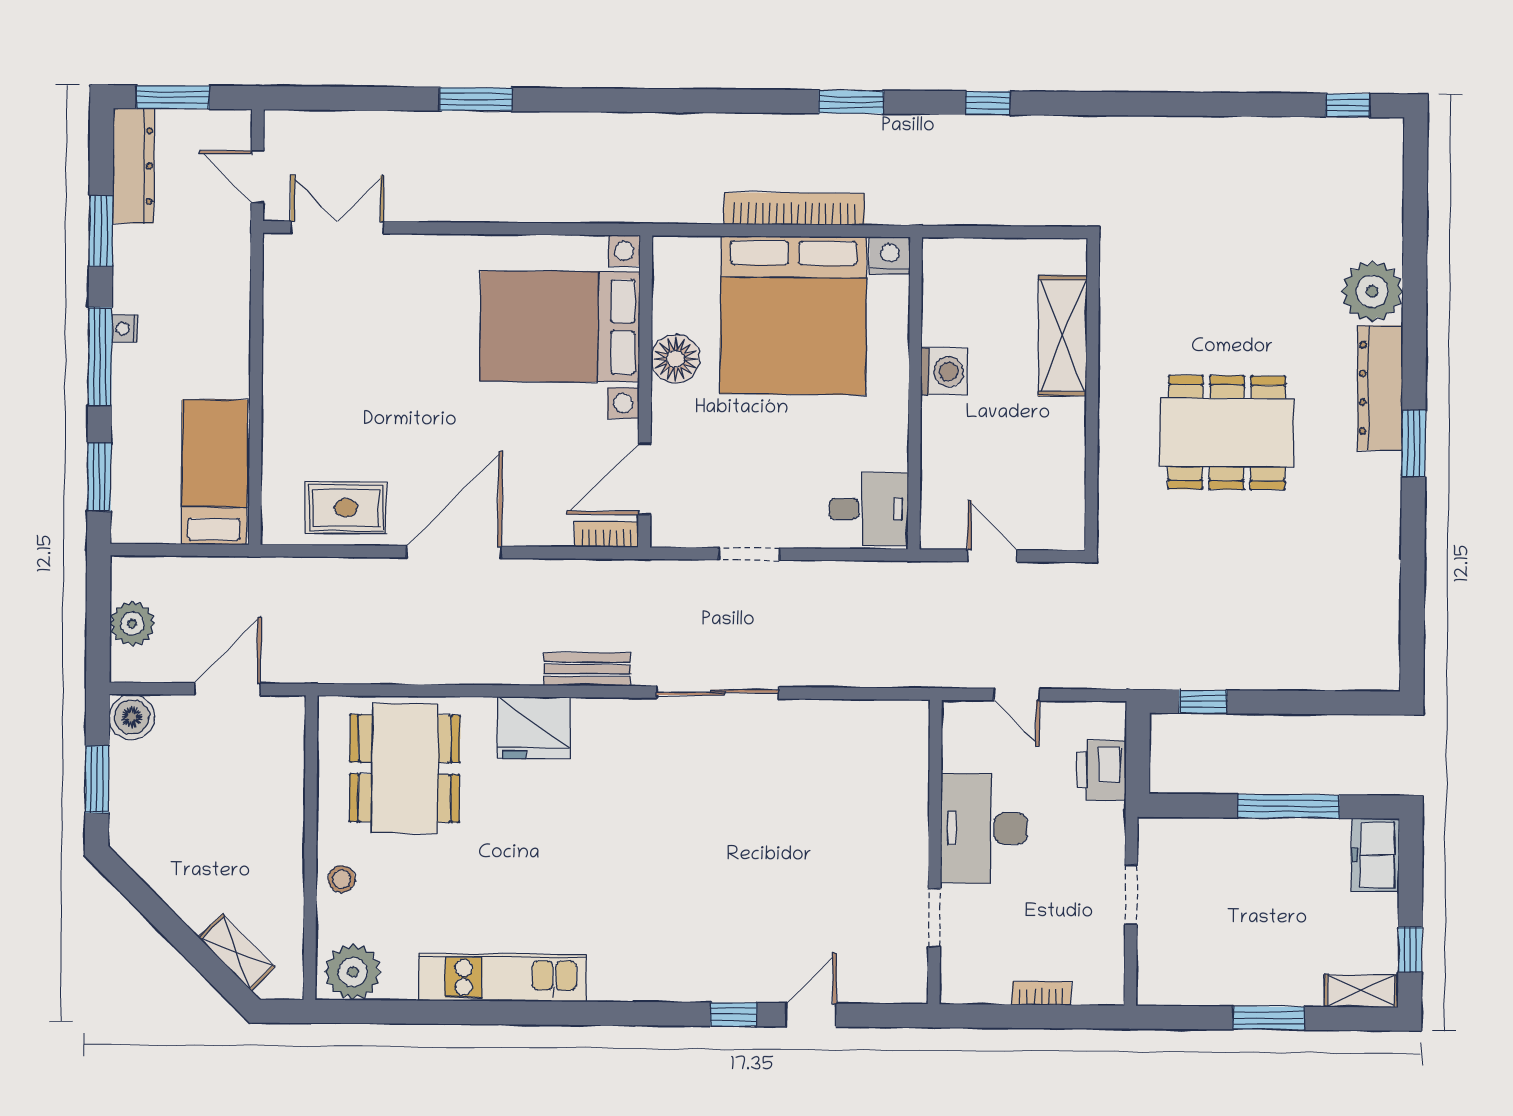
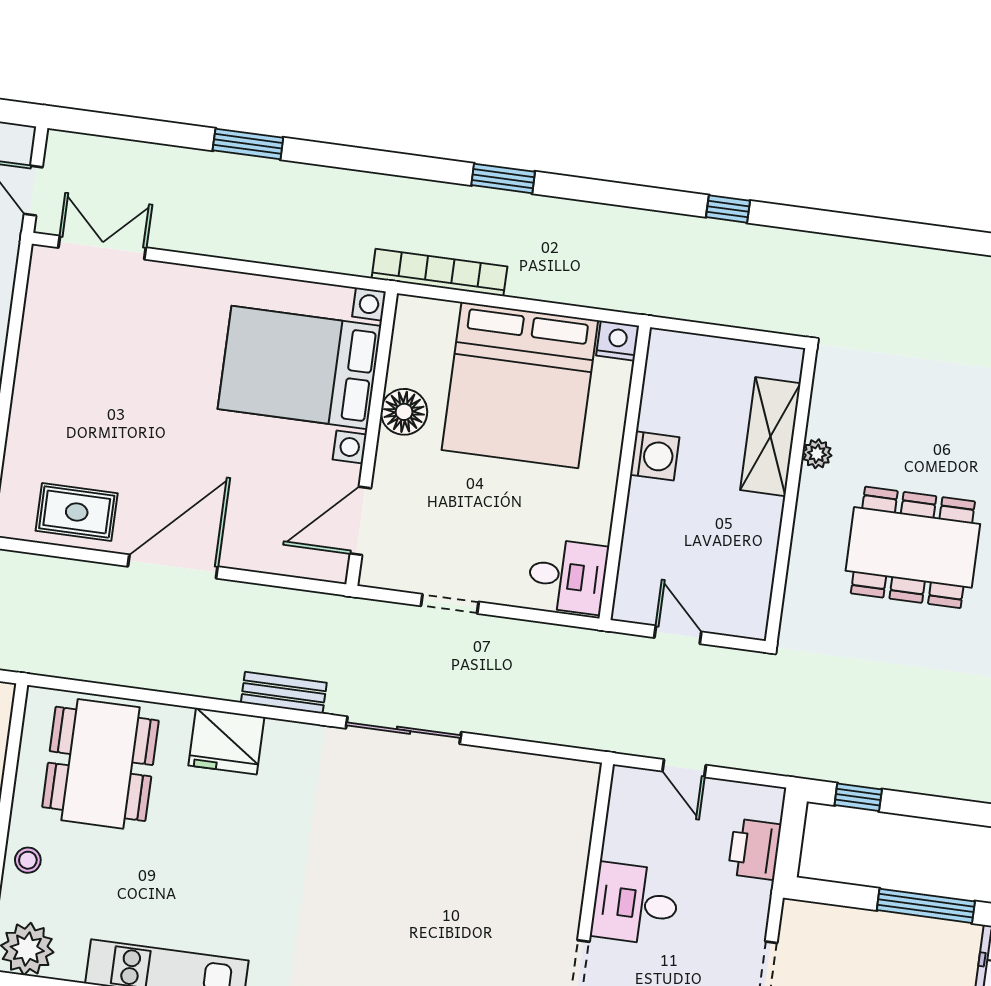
window: (851, 102) -> (503, 178), moved
bookcase: (794, 209) -> (439, 272), moved
plant: (1114, 347) -> (817, 454), added
bookcase: (606, 534) -> (318, 568), removed
desk: (984, 828) -> (635, 904), width x0.73

